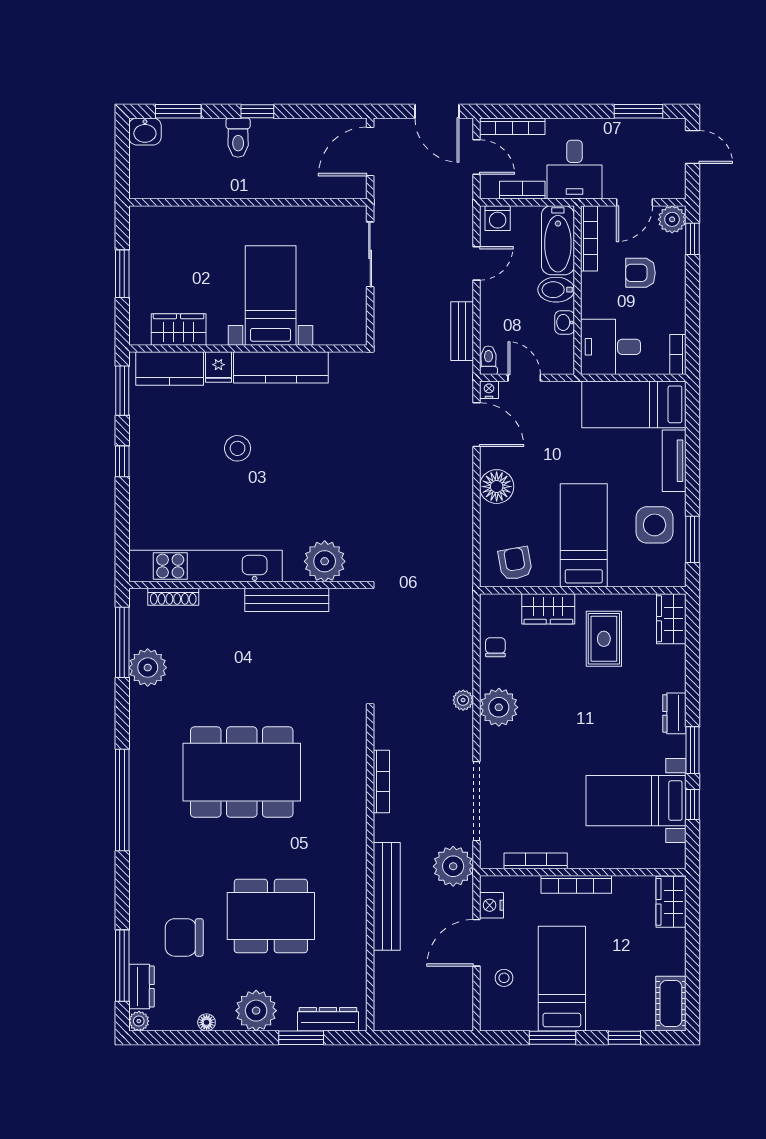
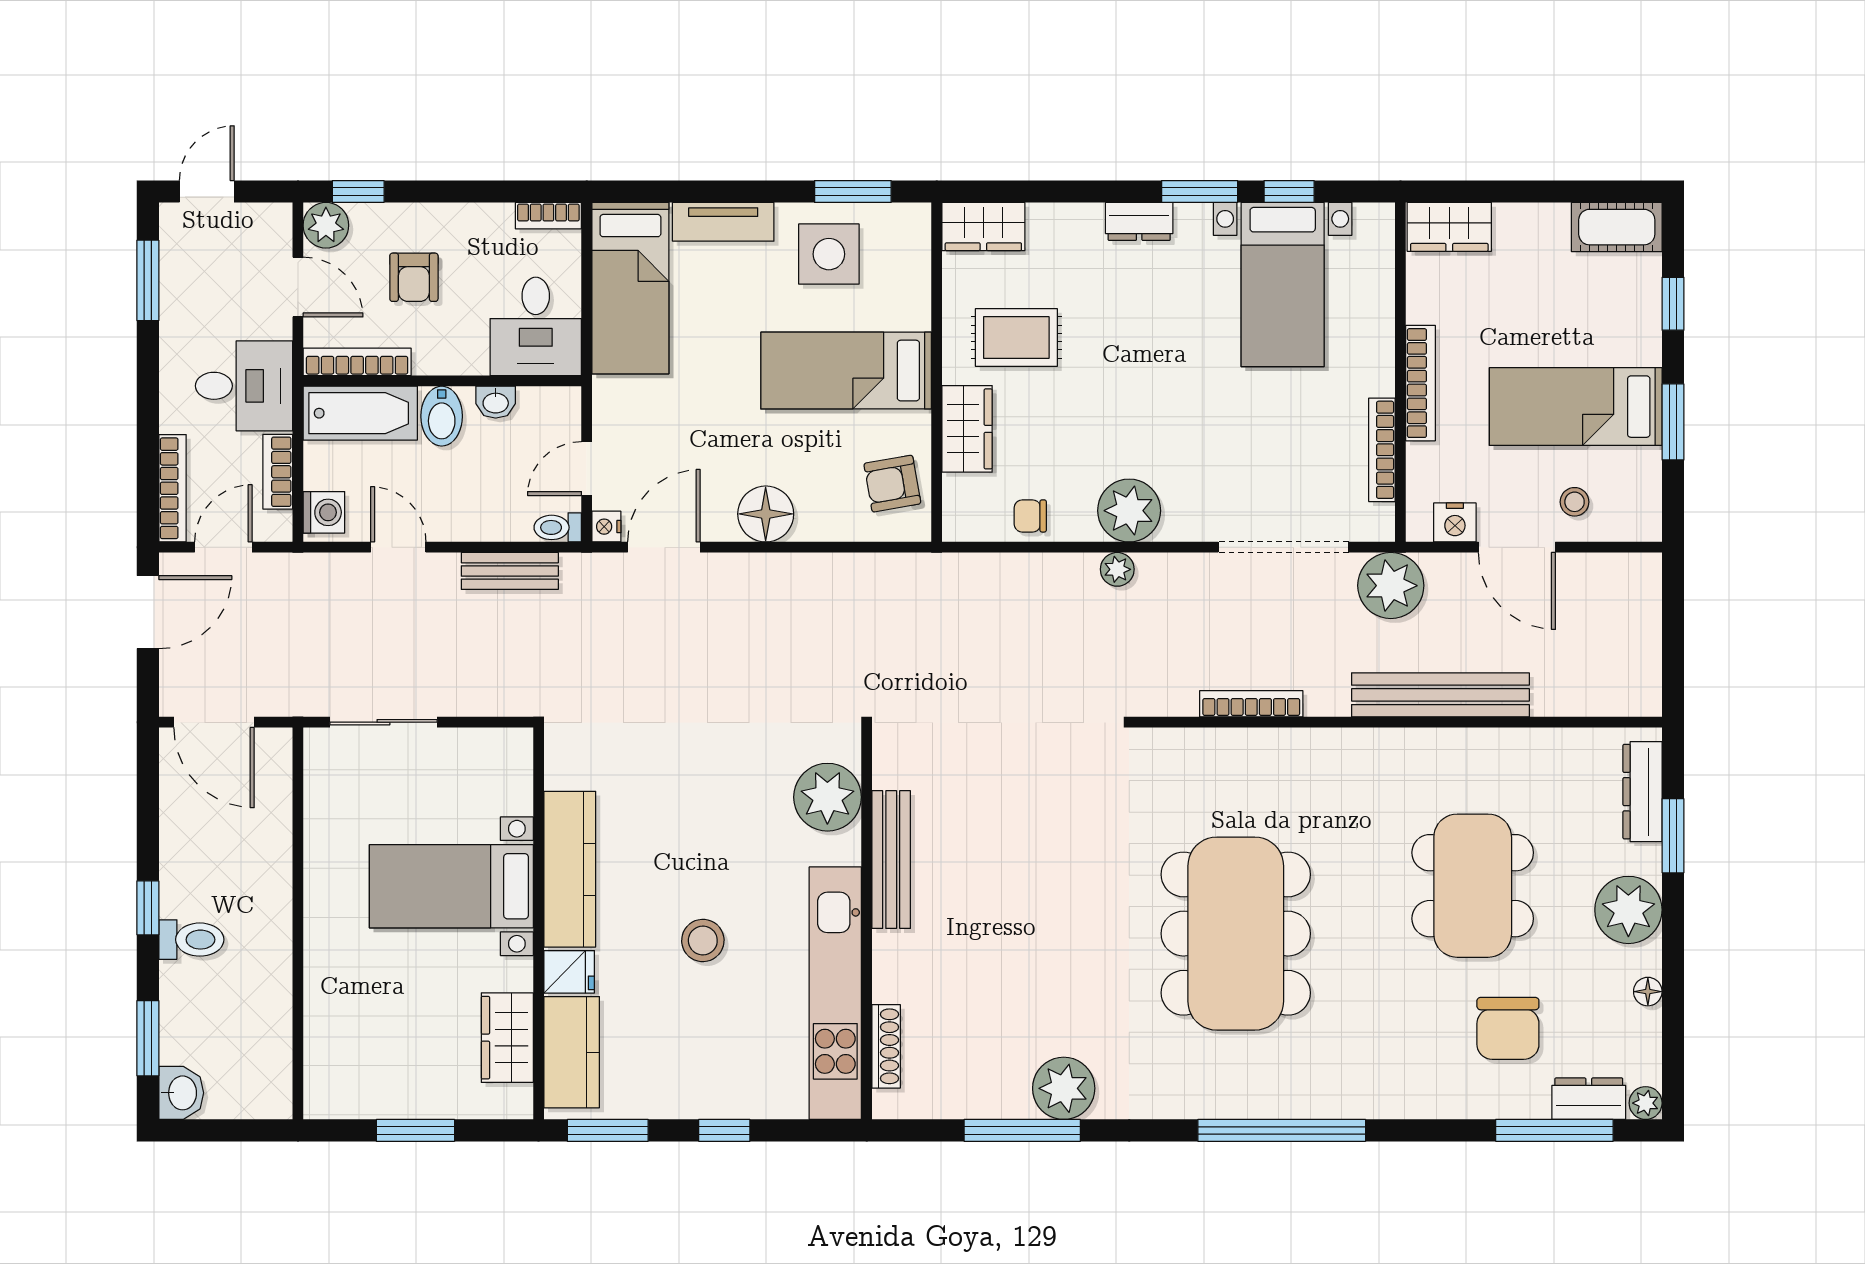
plant: (325, 561) -> (827, 797), moved
kitchen unit: (206, 566) -> (835, 993), moved
wall: (248, 585) -> (867, 923), moved
shoe rack: (173, 597) -> (886, 1046), moved
bench: (287, 600) -> (891, 860), moved

